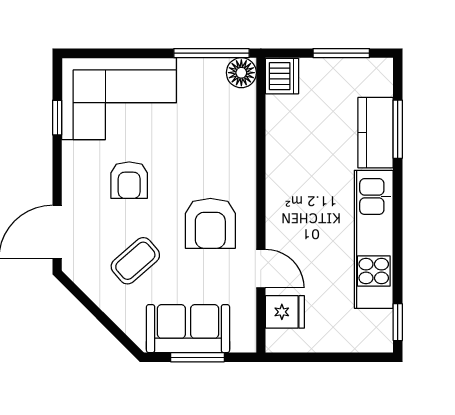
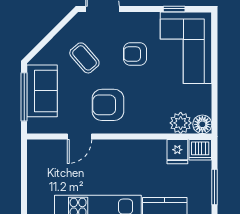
window: (211, 53) -> (215, 106), removed
plant: (239, 107) -> (181, 123), added
fridge: (285, 312) -> (177, 152), moved
window: (197, 357) -> (24, 97), width x1.44

